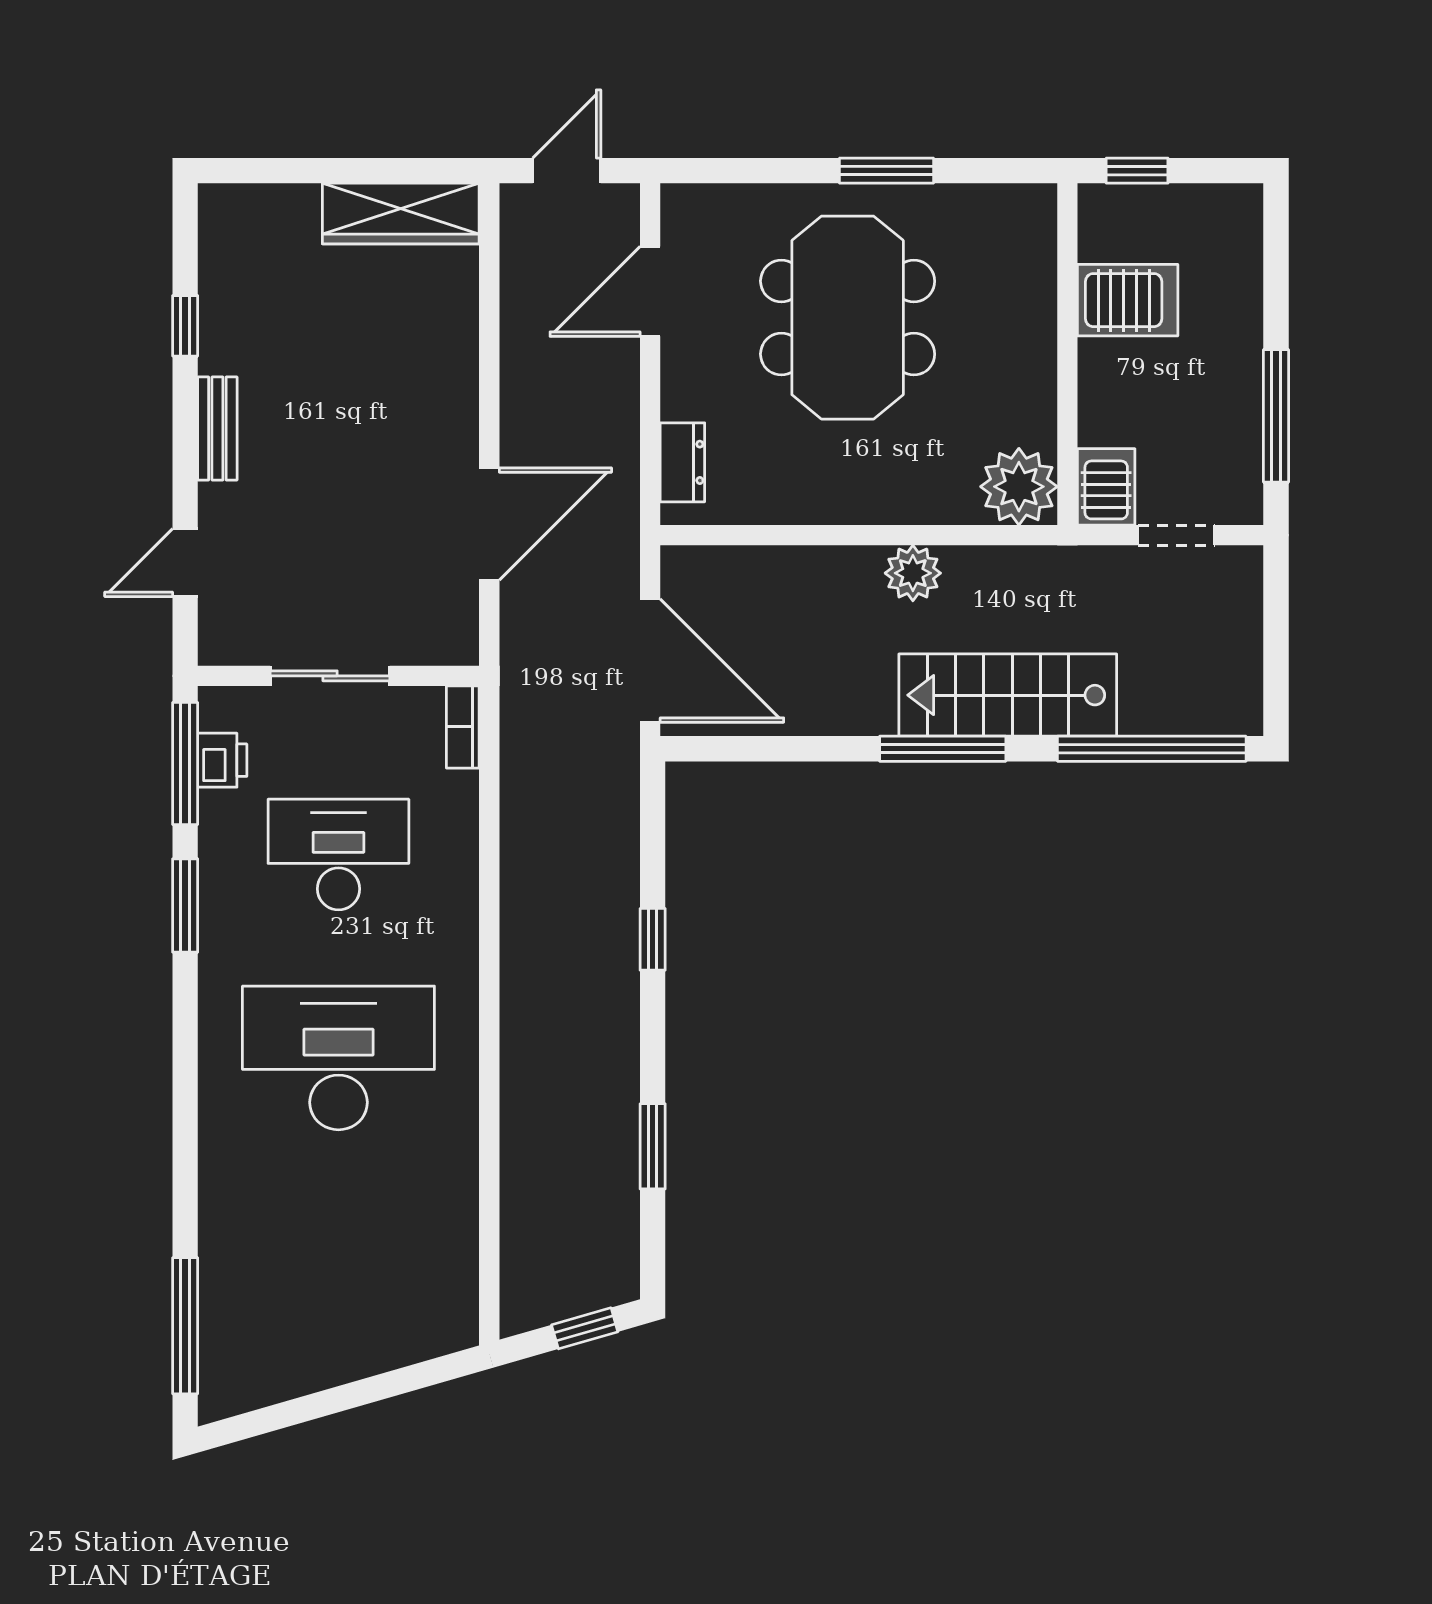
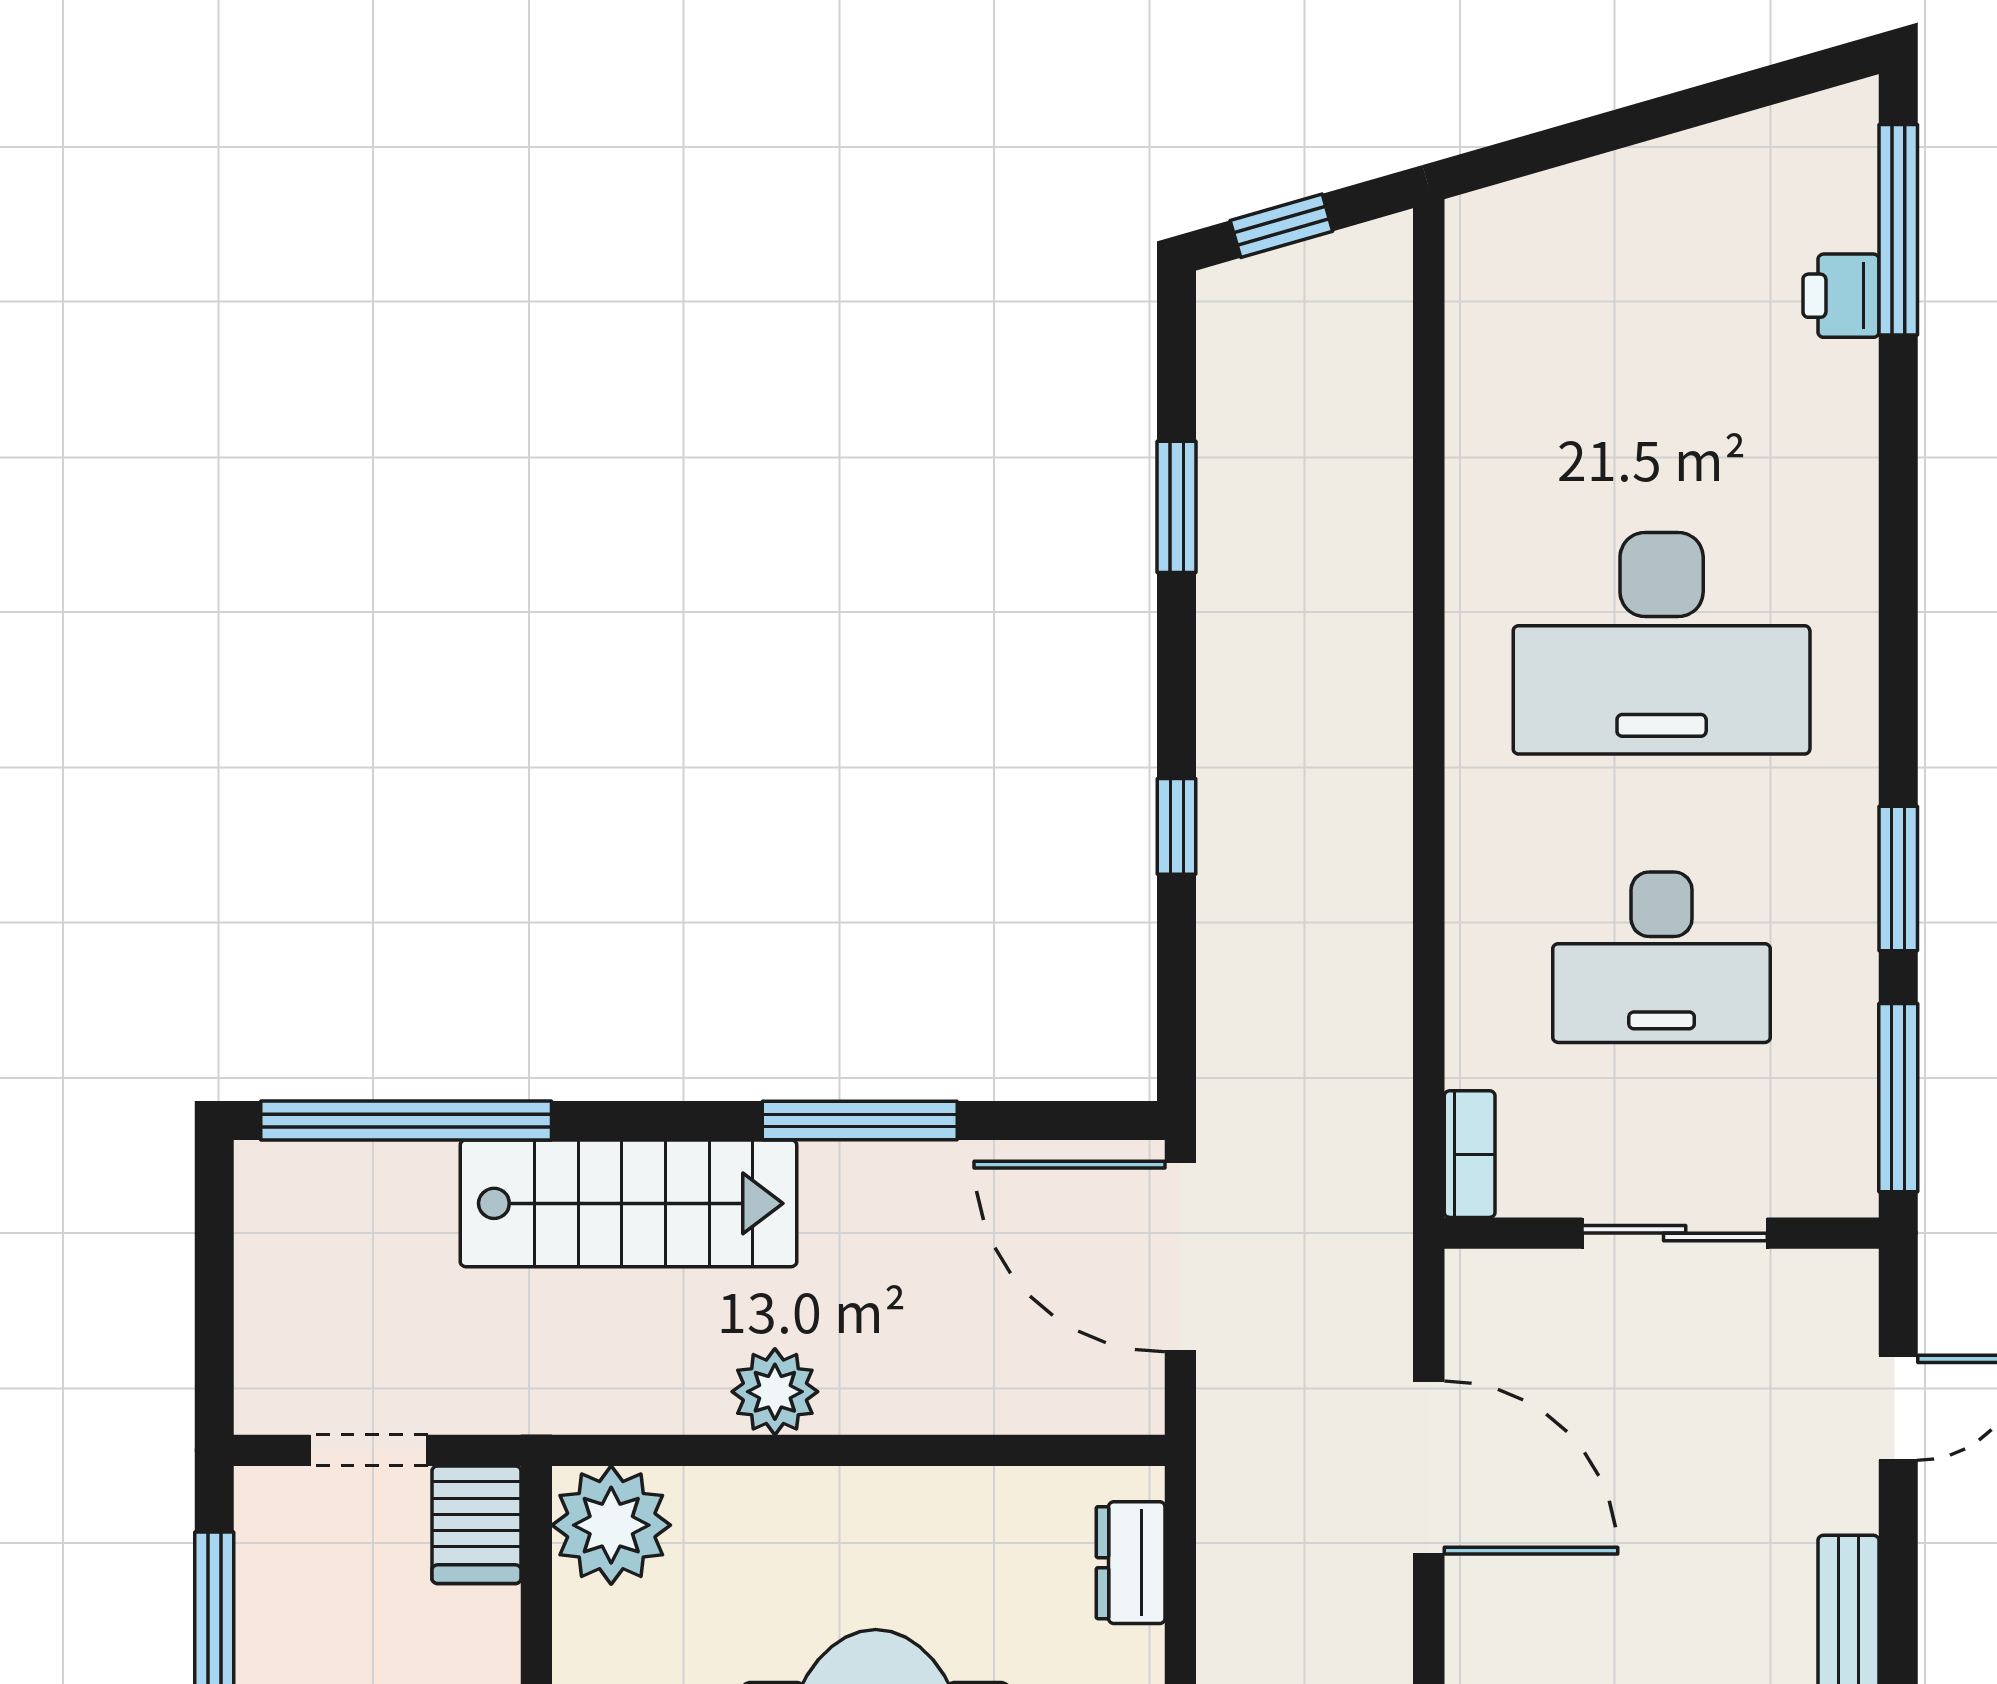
door: (489, 524) -> (1429, 1468), swing flipped
window: (943, 749) -> (860, 1121), moved
printer: (222, 760) -> (1841, 296), moved

